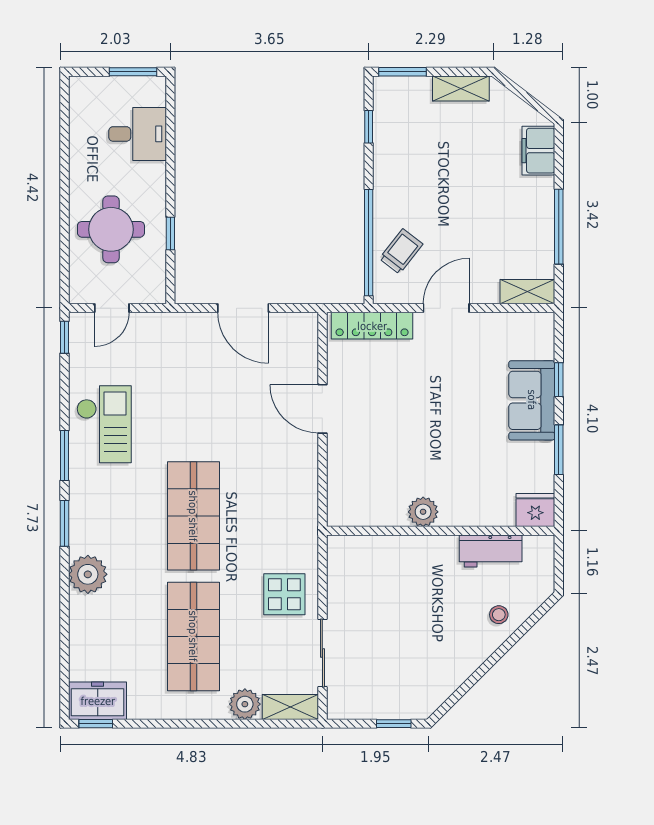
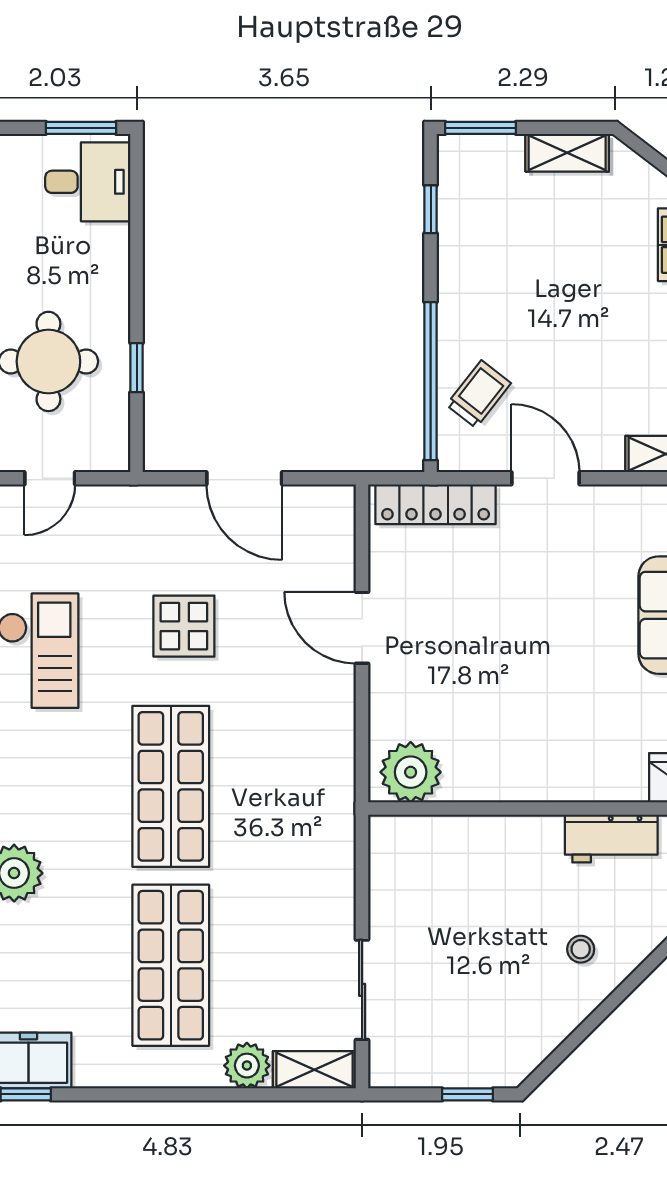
desk: (138, 134) -> (88, 182), moved
door: (446, 308) -> (545, 478), hinge flipped
plant: (423, 512) -> (411, 772), moved, width x1.36, depth x1.36
display table: (284, 594) -> (184, 626), moved
stool: (499, 615) -> (581, 949), moved

